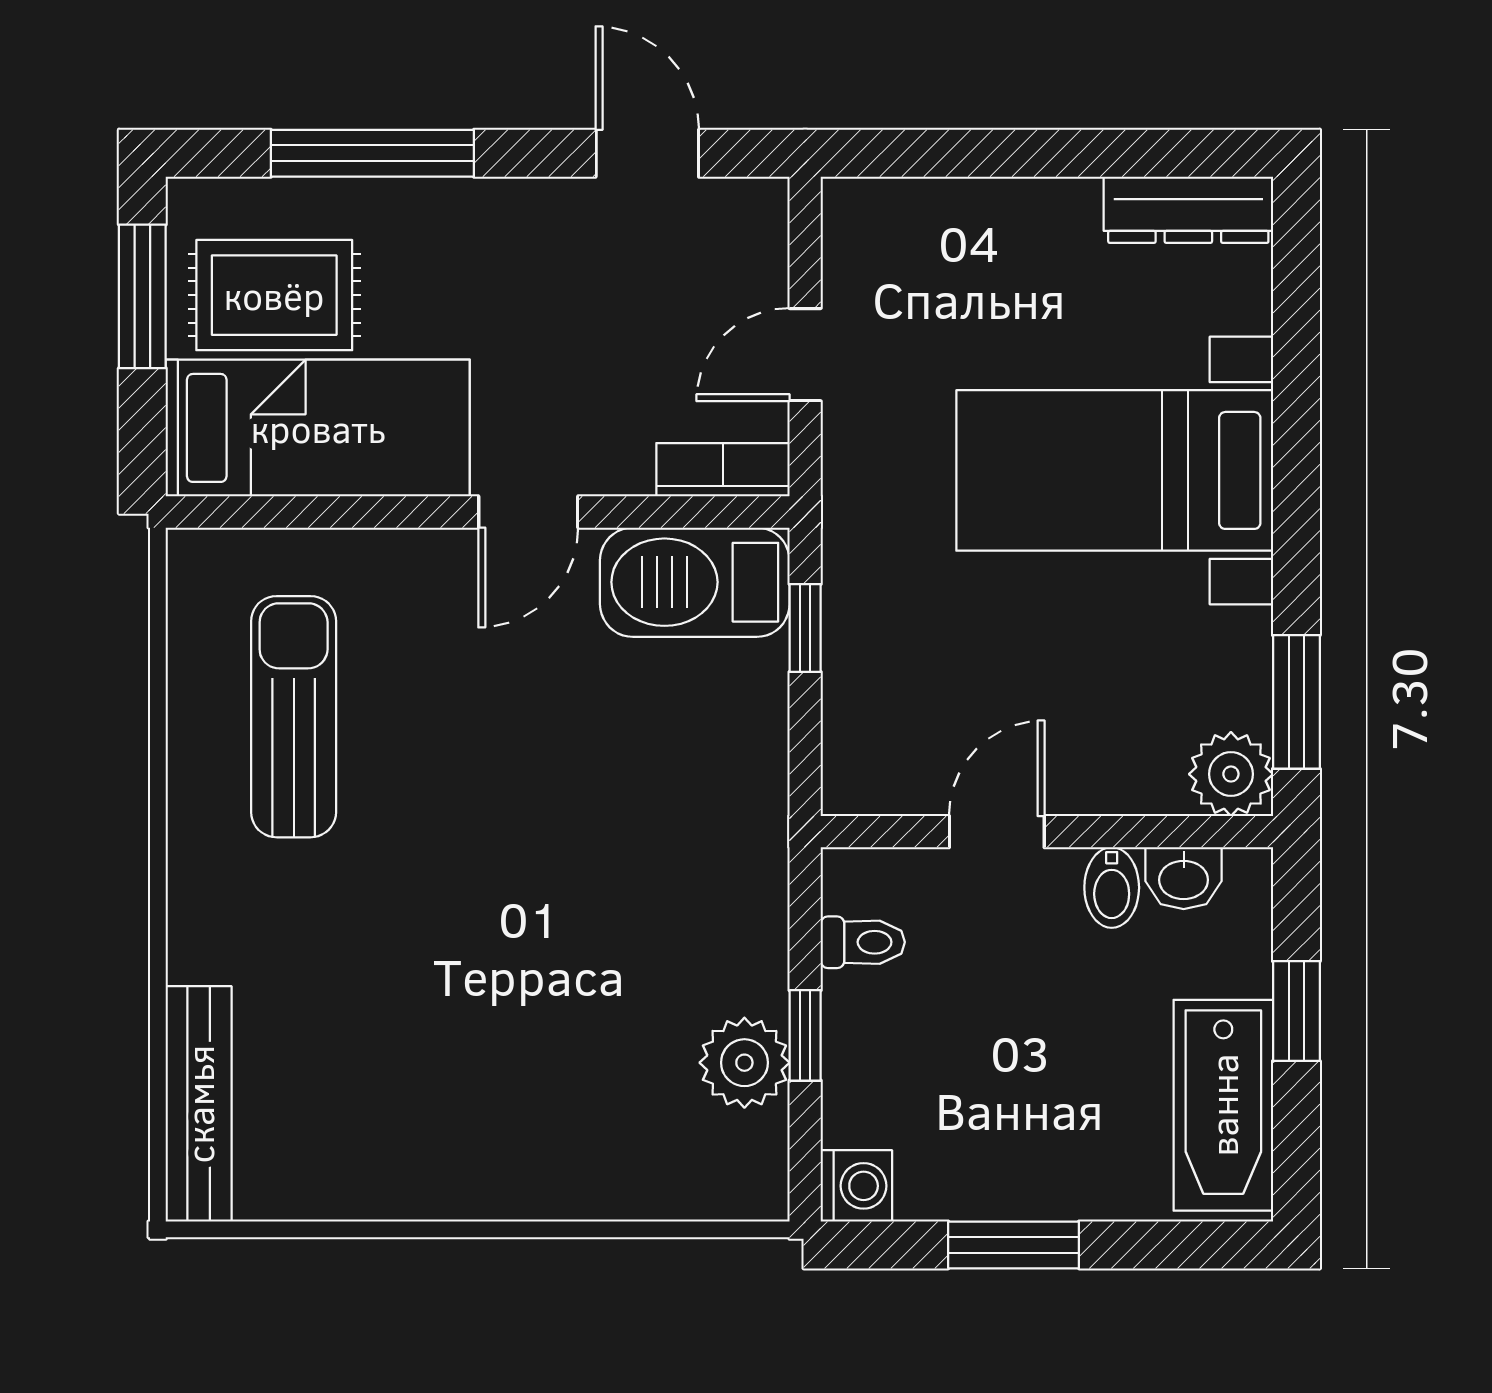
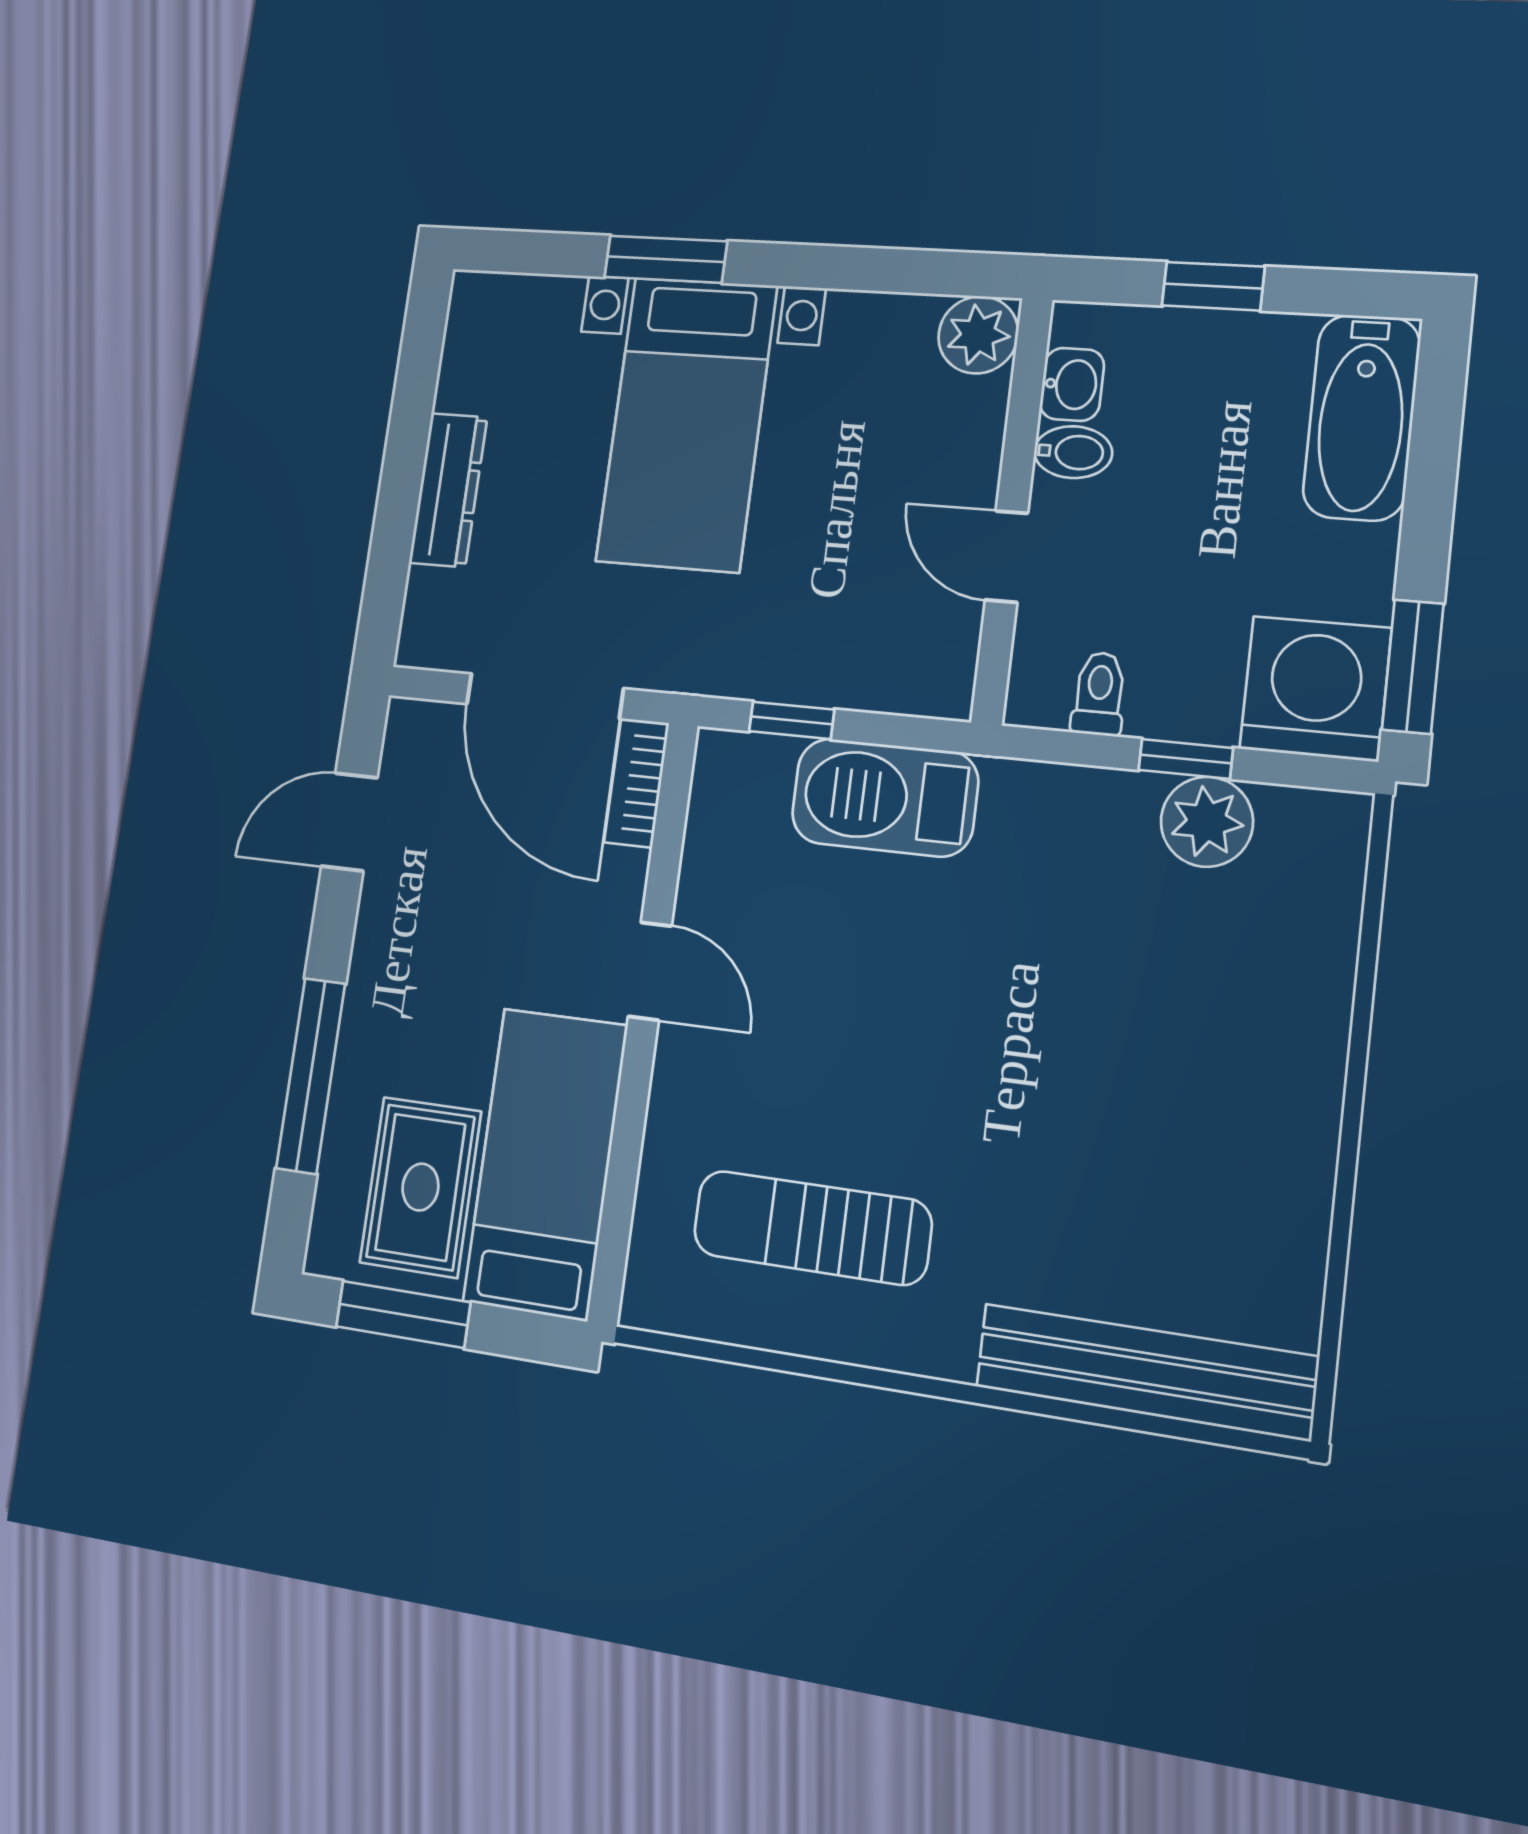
dresser: (1188, 210) -> (448, 490), moved
door: (805, 355) -> (545, 696), width x1.88
barbecue: (695, 582) -> (885, 797), moved, turned 90
window: (1296, 702) -> (666, 259), moved
bench: (199, 1104) -> (1145, 1372), width x1.37, depth x1.21
bathtub: (1223, 1105) -> (1361, 417), moved, turned 90
washing machine: (856, 1186) -> (1315, 688), width x1.89, depth x1.89
window: (1014, 1245) -> (1413, 667), moved

